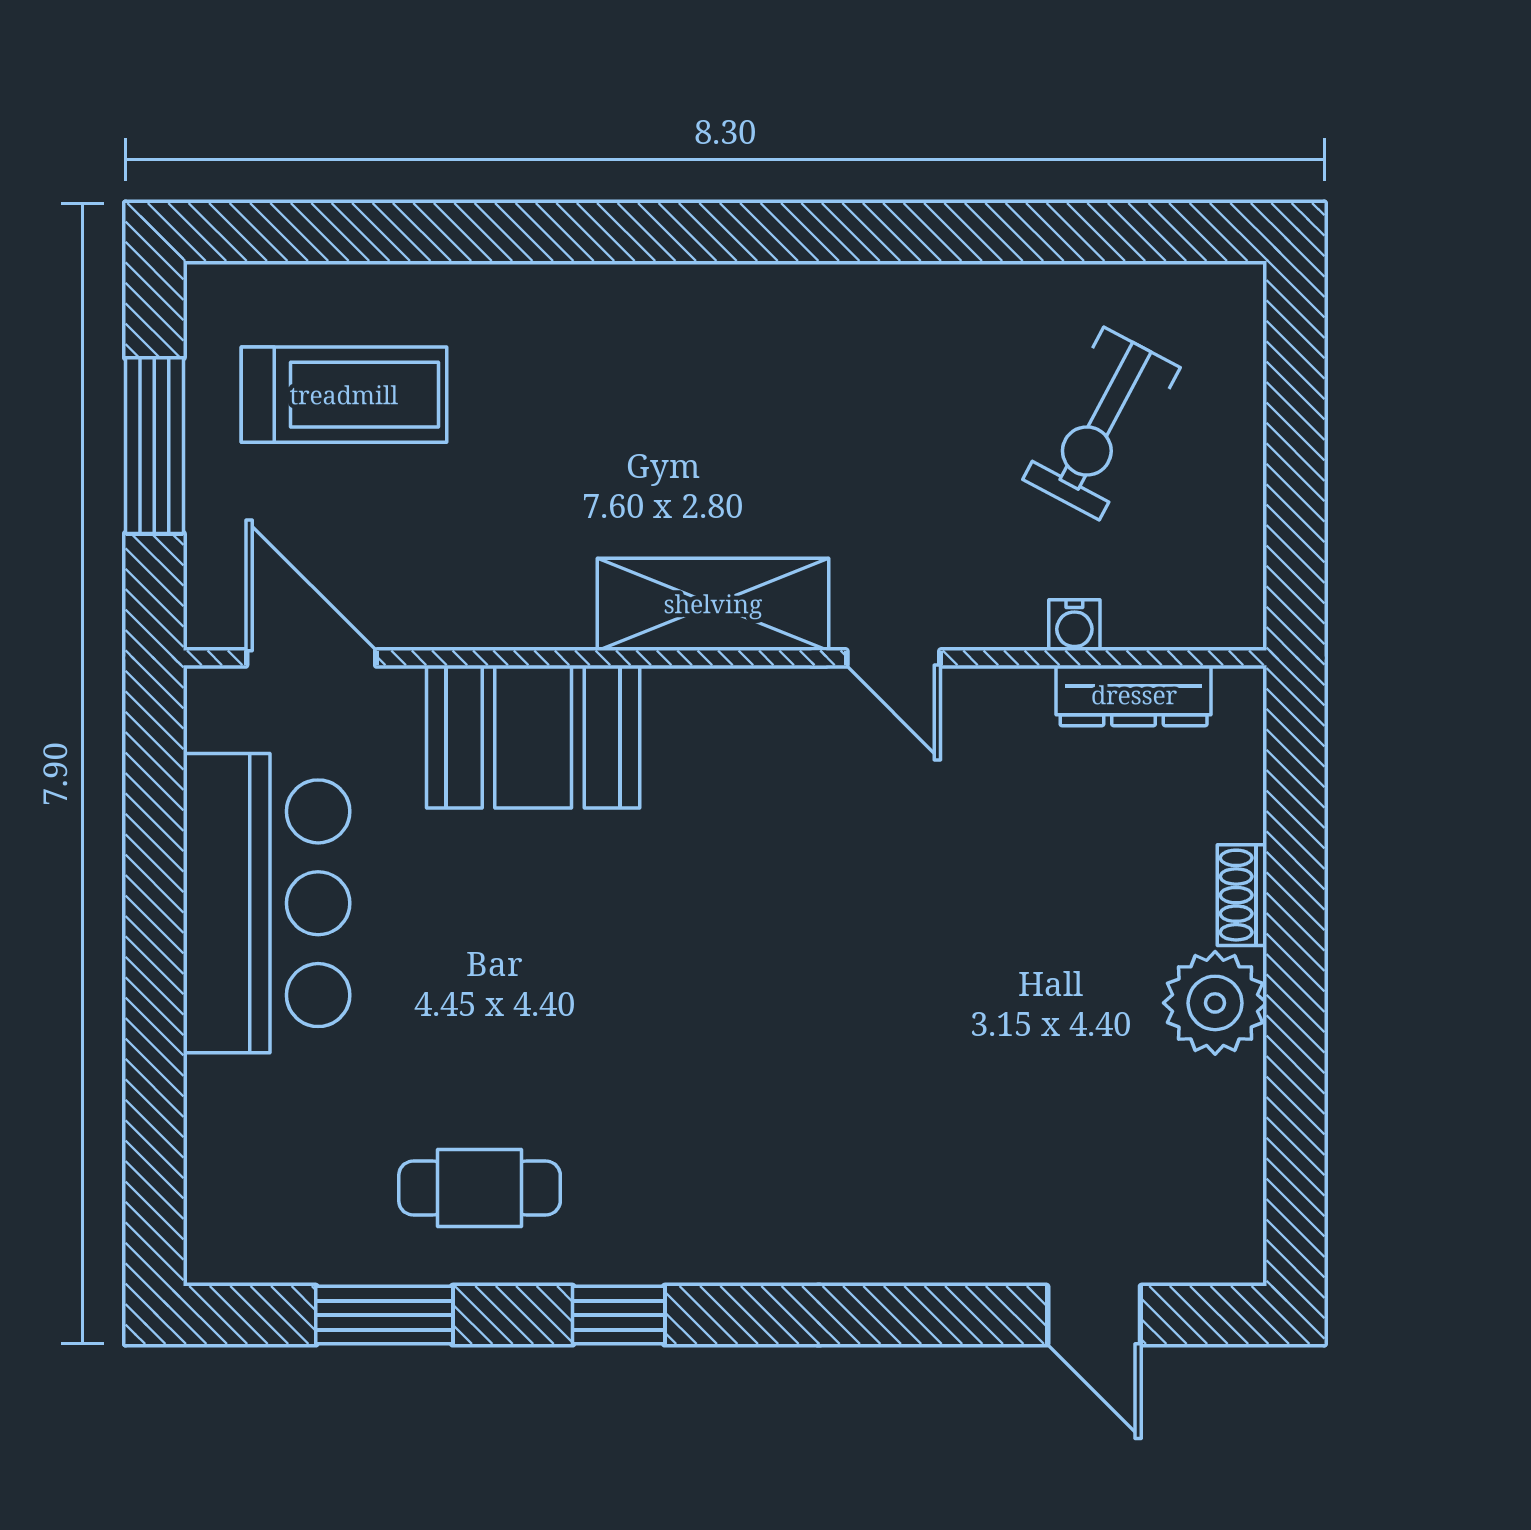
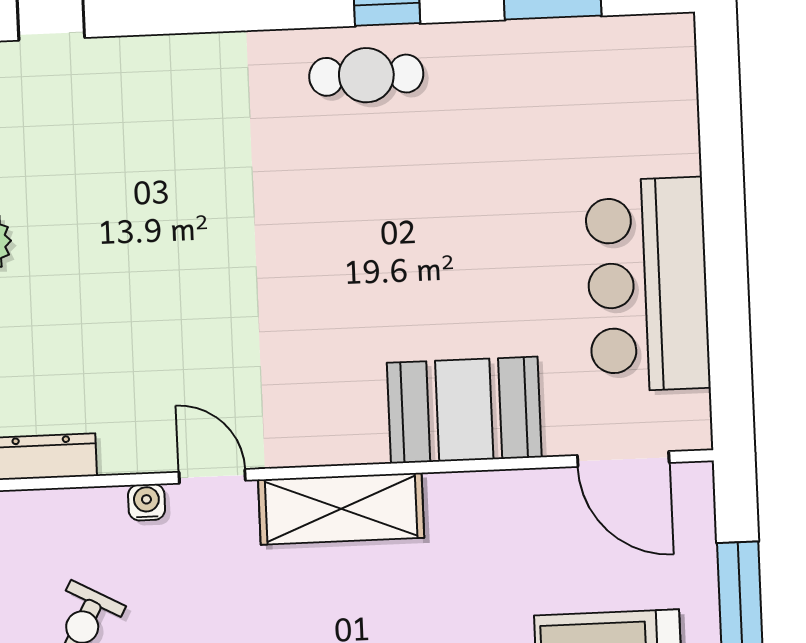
water cooler: (1074, 625) -> (147, 502), moved
cafe table: (480, 1188) -> (366, 75), moved

